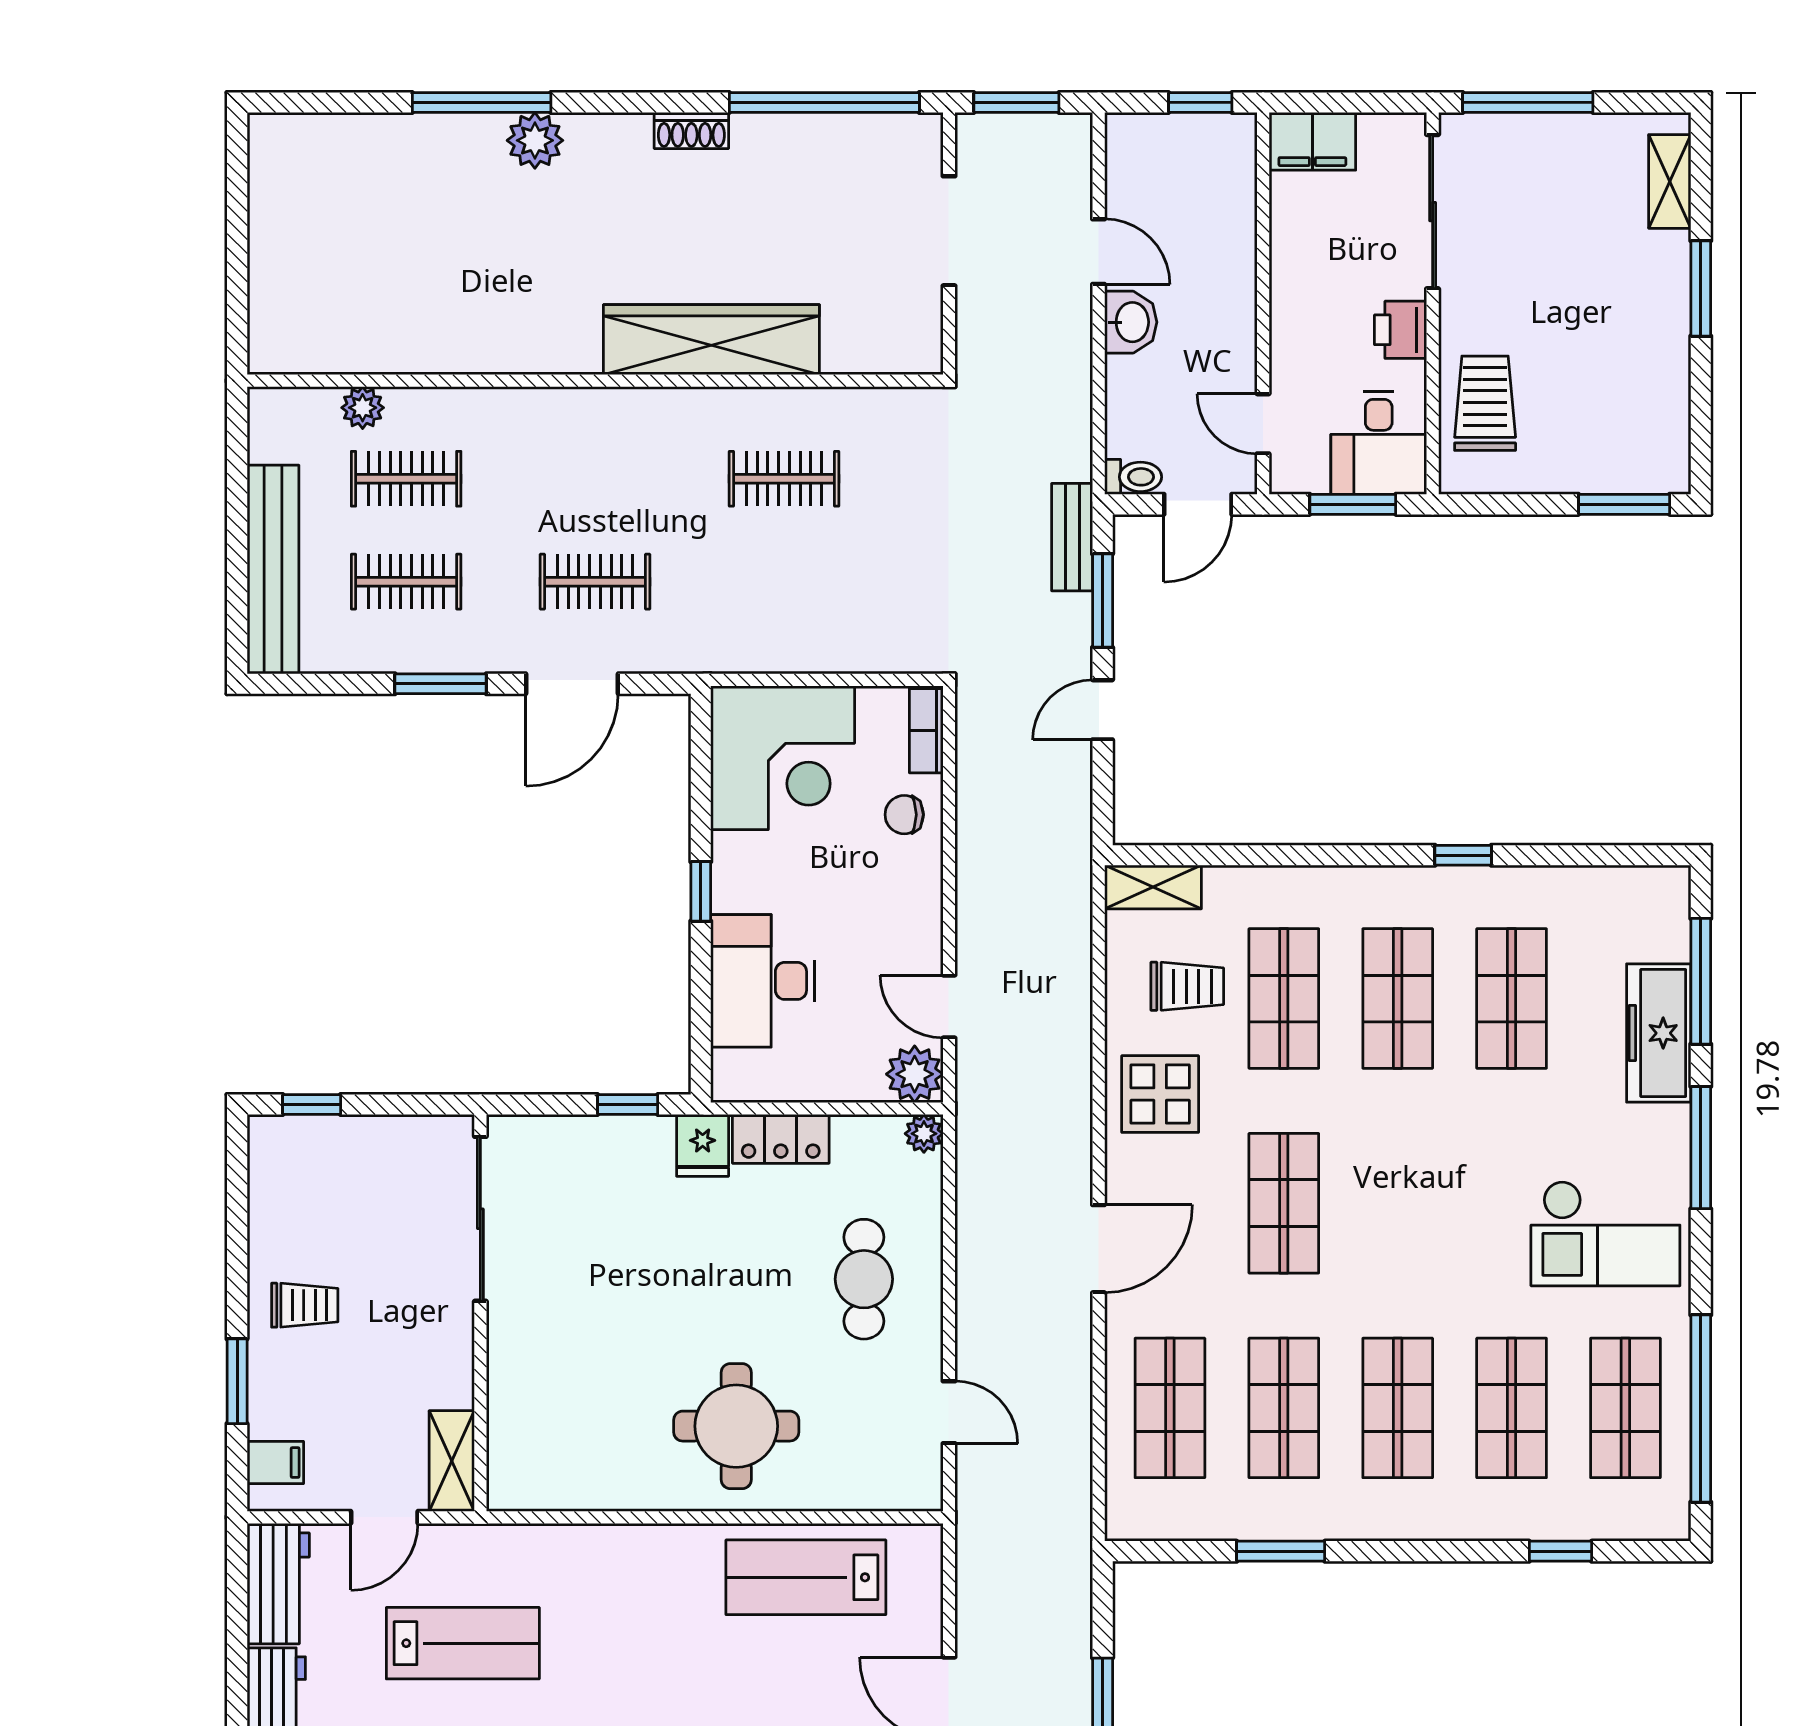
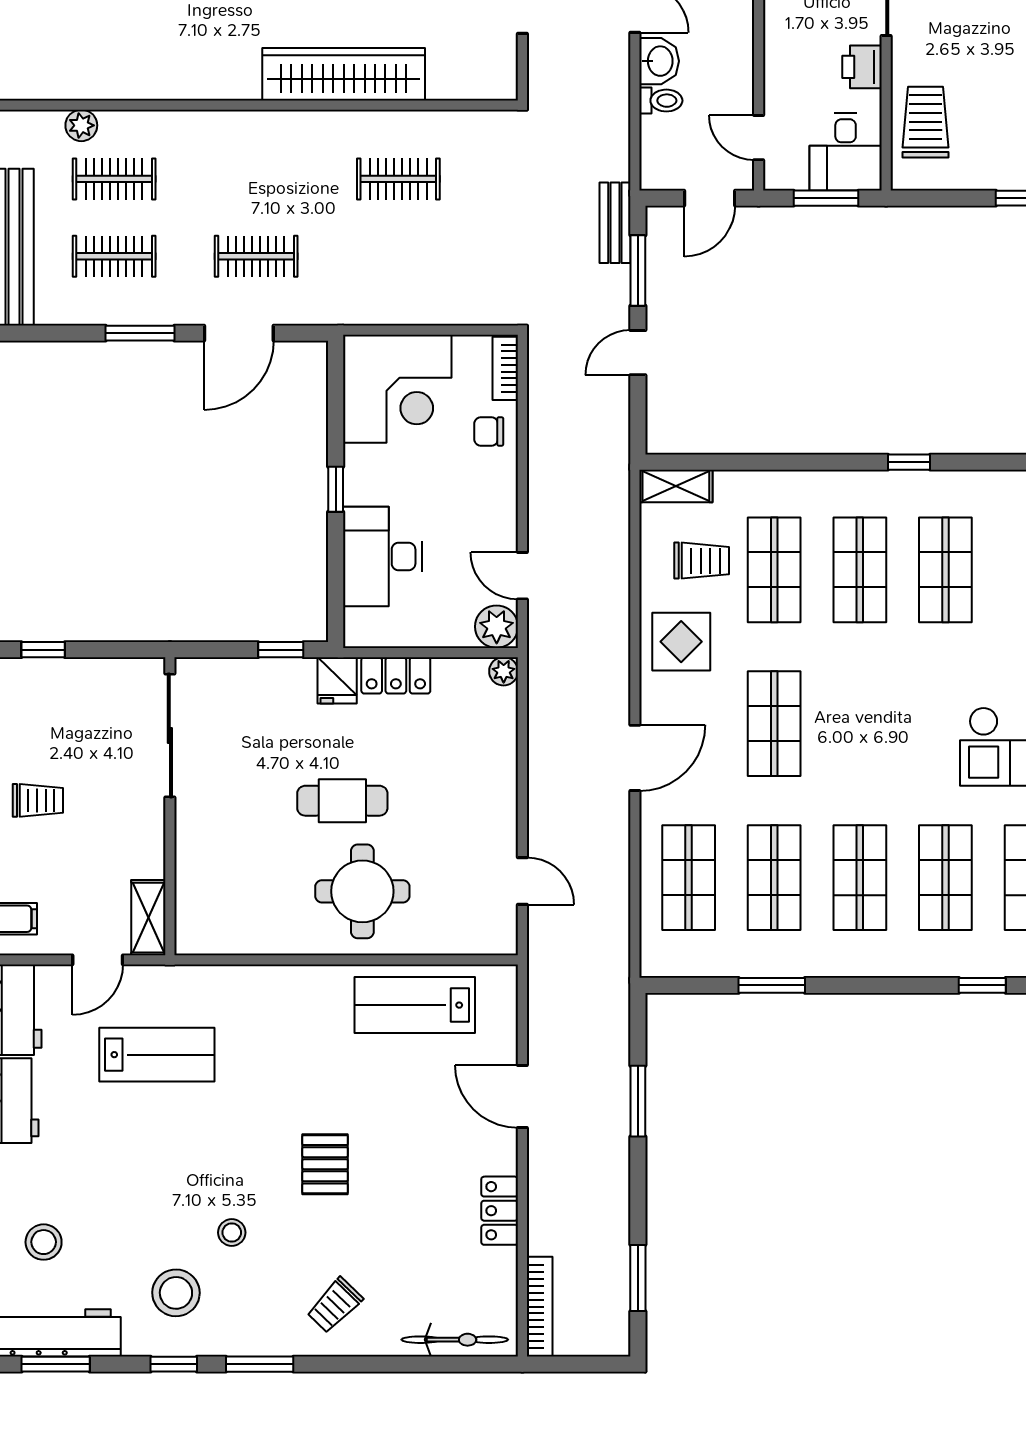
toilet: (1133, 477) -> (661, 101), moved
cafe table: (864, 1279) -> (342, 801), moved, turned 90

